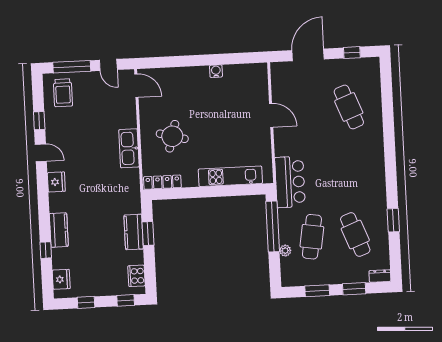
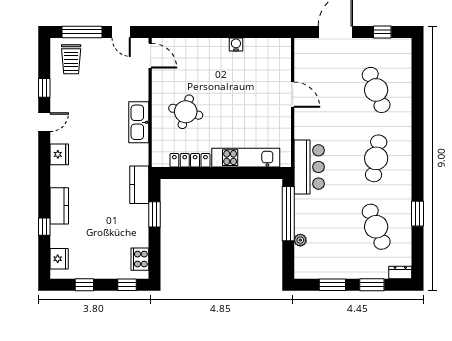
door: (41, 153) -> (44, 122), hinge flipped
locker: (162, 182) -> (190, 160), moved
kitchen counter: (134, 232) -> (139, 185), moved
cafe table: (312, 237) -> (376, 158), moved

